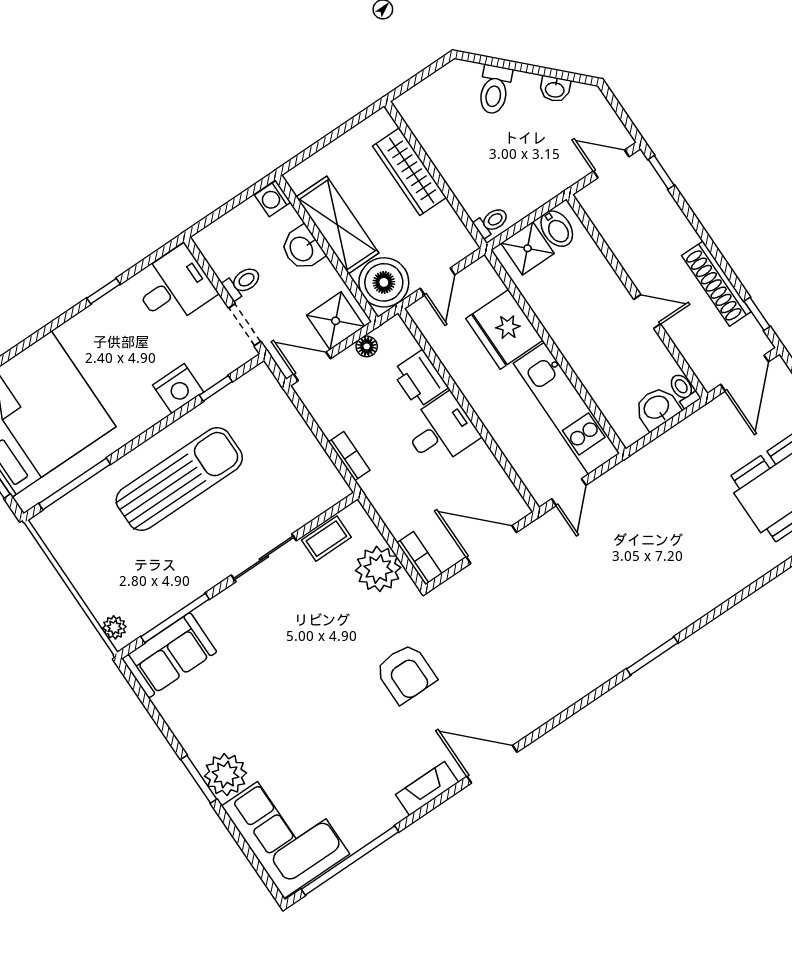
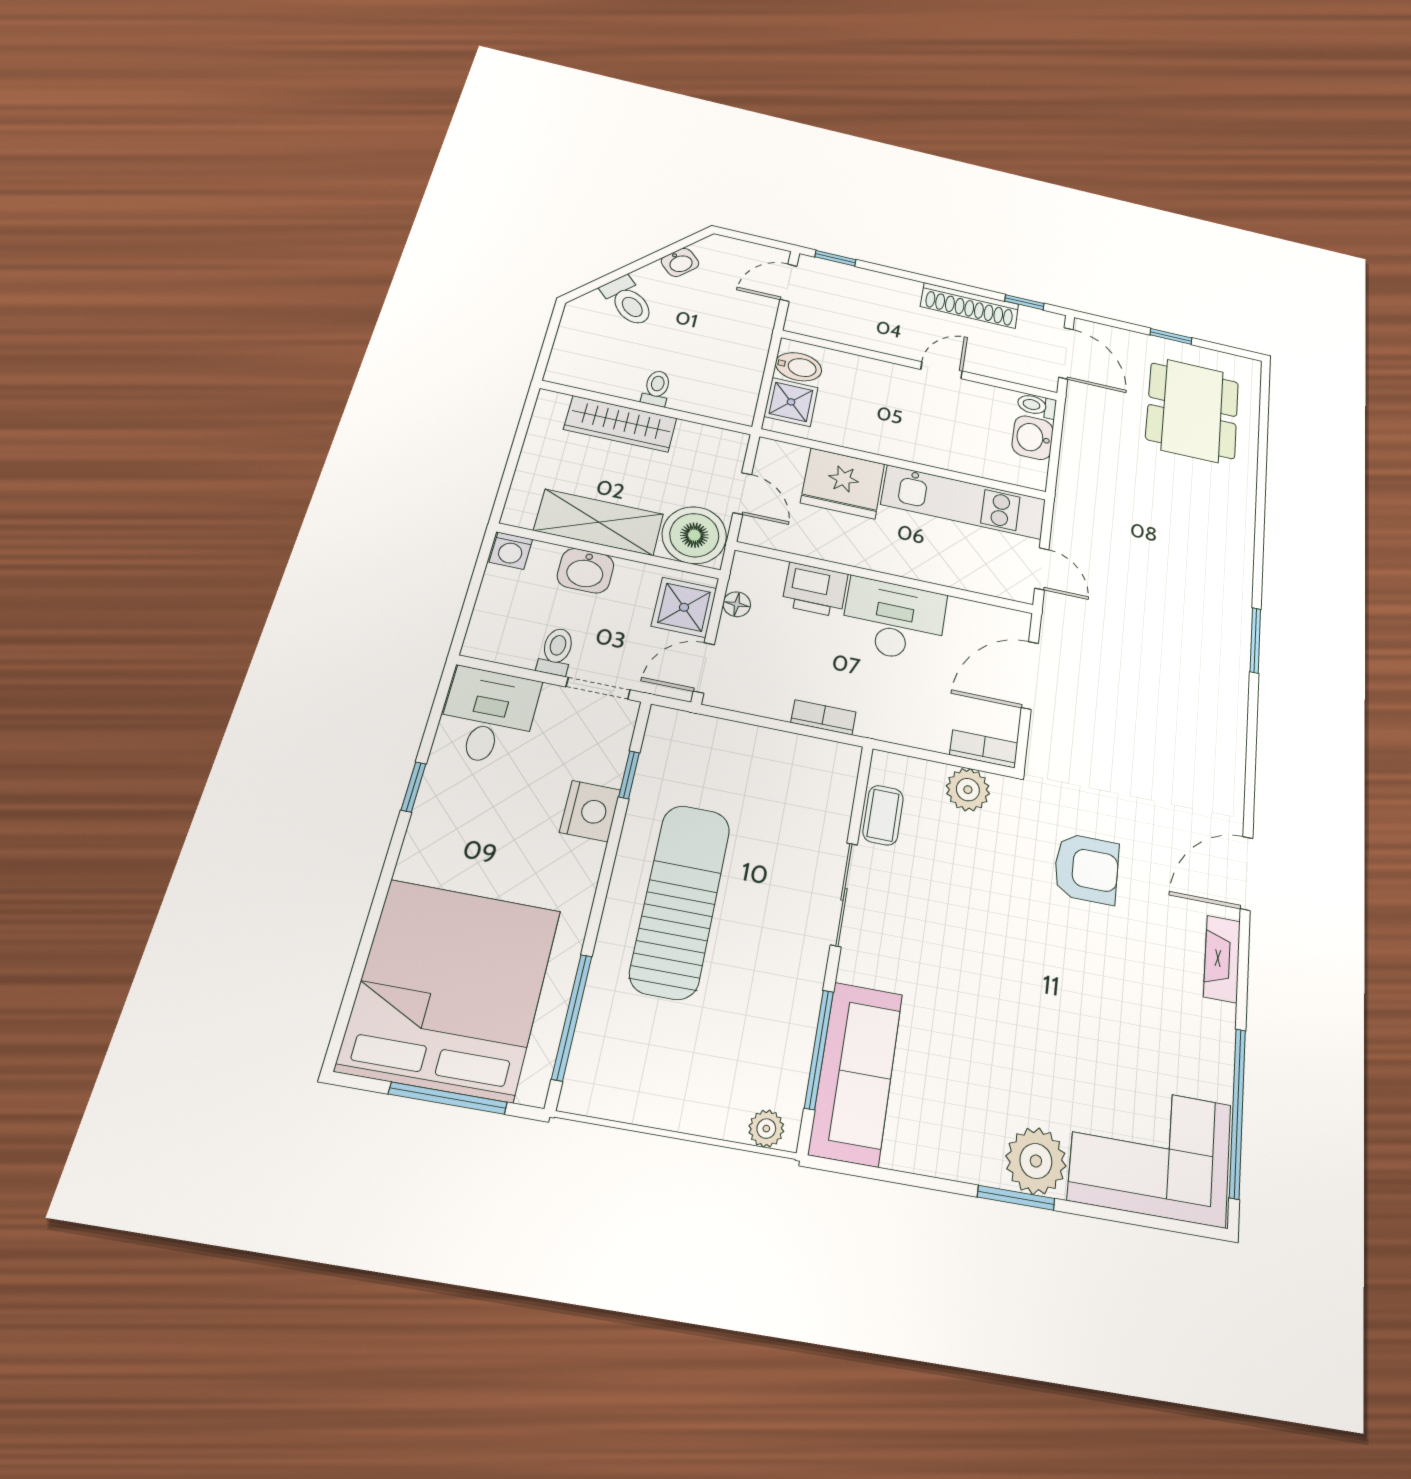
toilet: (491, 222) -> (657, 388), moved
desk: (441, 430) -> (894, 620), width x1.37
plant: (378, 569) -> (968, 790), width x0.73, depth x0.73
sofa: (169, 655) -> (856, 1073), width x1.36

